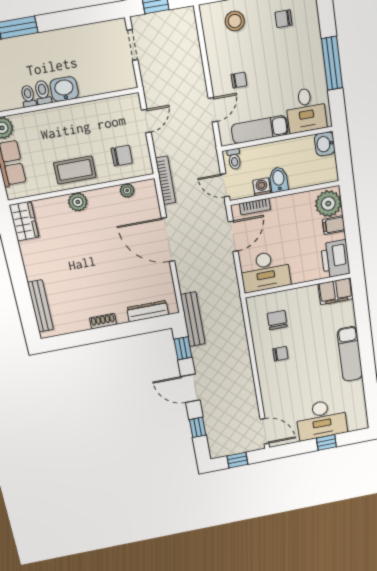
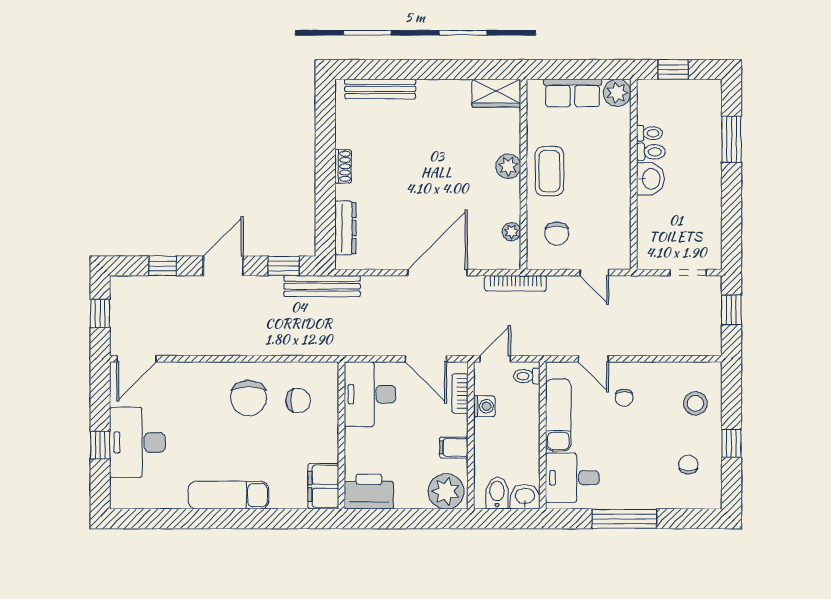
bidet: (279, 180) -> (497, 493), moved, turned -90
filing cabinet: (334, 225) -> (454, 447), moved, turned -90
chair: (280, 354) -> (249, 398), width x1.87, depth x1.87

